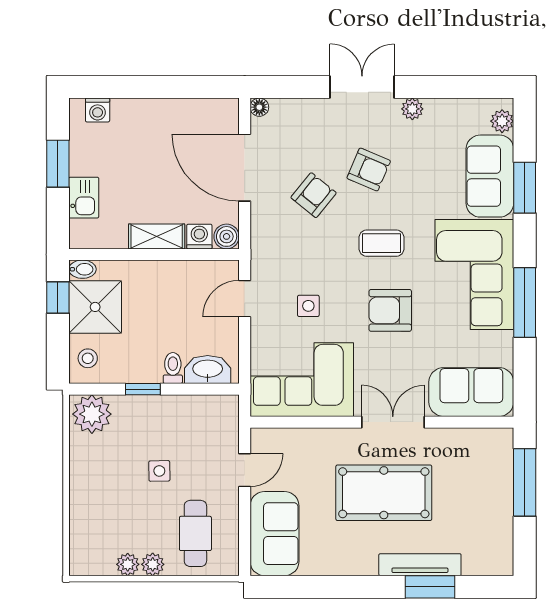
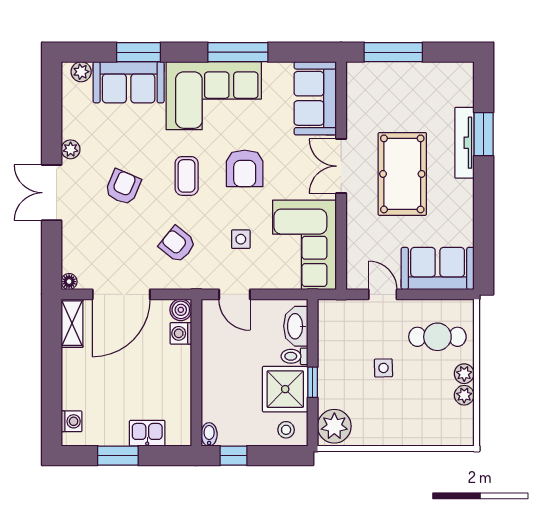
armchair: (314, 195) -> (177, 244), moved
shelving: (157, 236) -> (72, 323), moved
shower: (95, 307) -> (285, 389), moved

